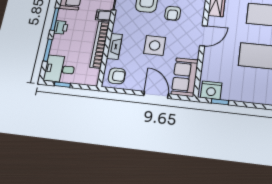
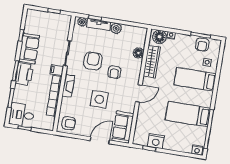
printer: (61, 27) -> (24, 74), width x1.87, depth x1.48
fireplace: (114, 46) -> (68, 86), moved
nightstand: (211, 90) -> (156, 141), moved
door: (156, 95) -> (100, 140), hinge flipped

